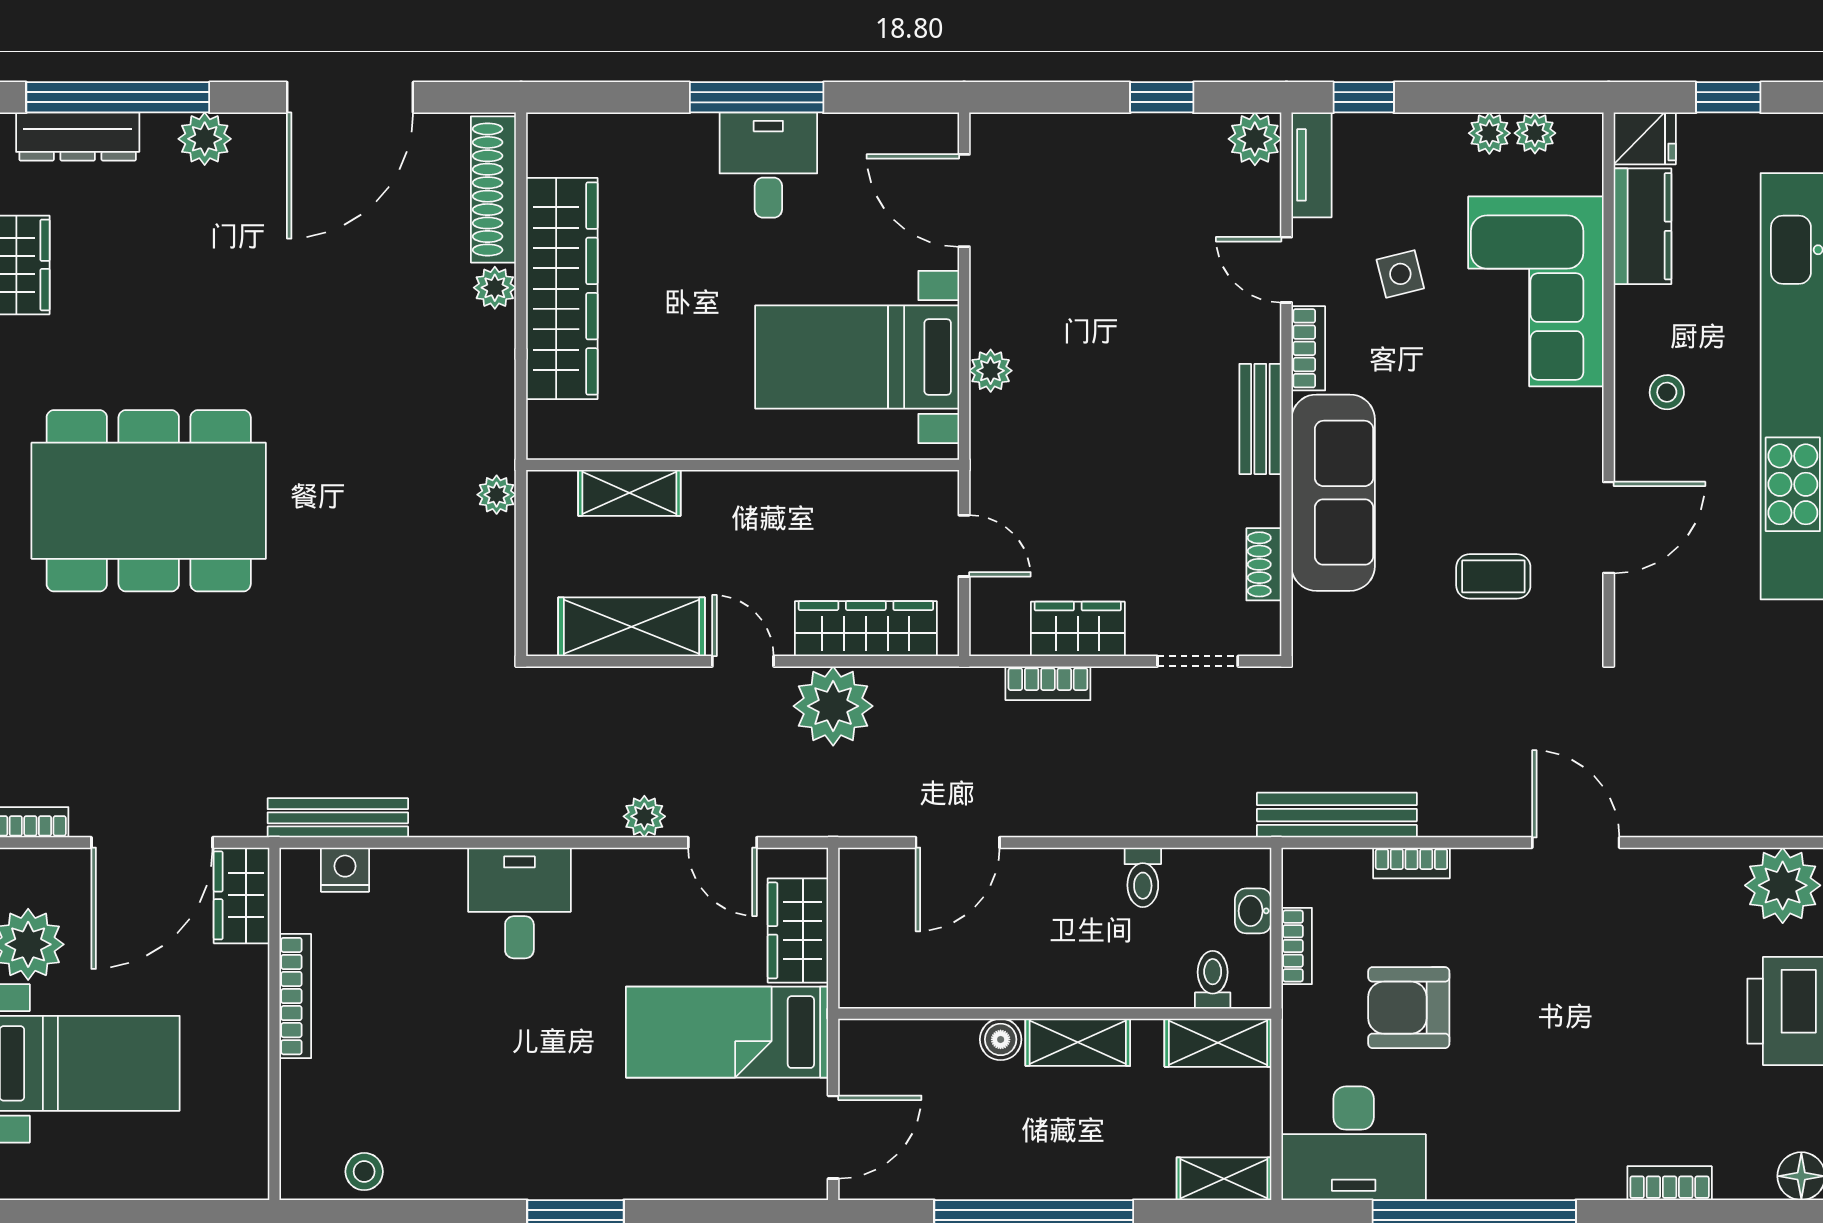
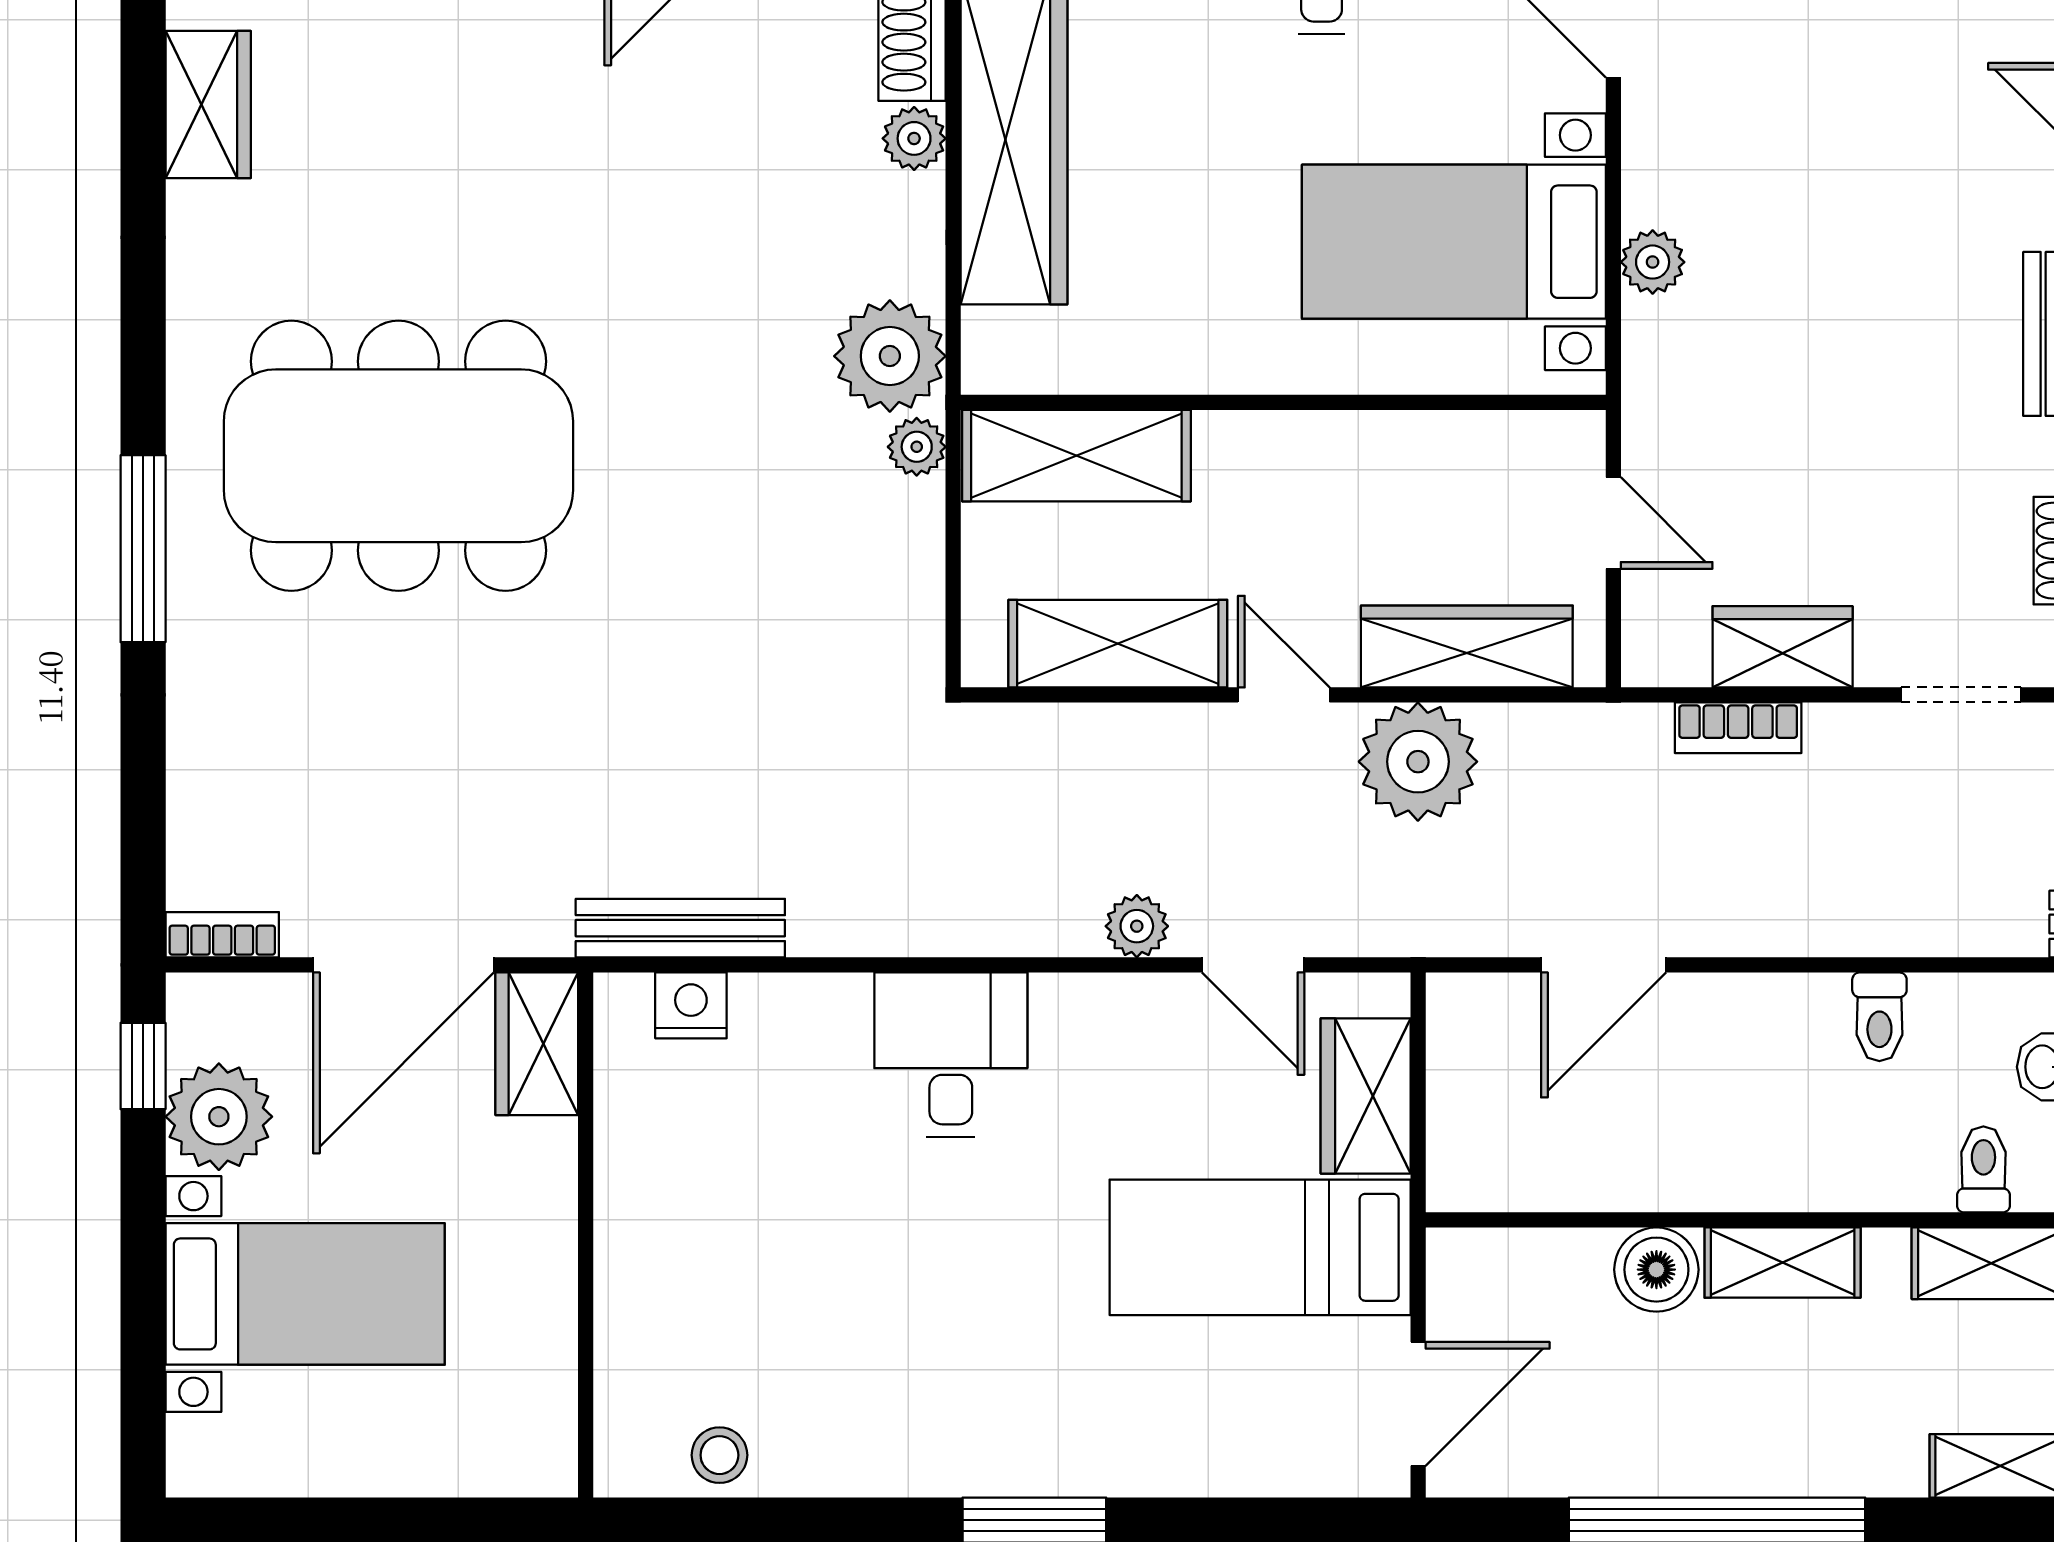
plant: (479, 434) -> (890, 356), added
shelving: (629, 493) -> (1076, 456), width x1.50, depth x1.33
bookcase: (295, 996) -> (617, 1194), removed
boiler: (1001, 1039) -> (1656, 1270), width x1.36, depth x1.36

